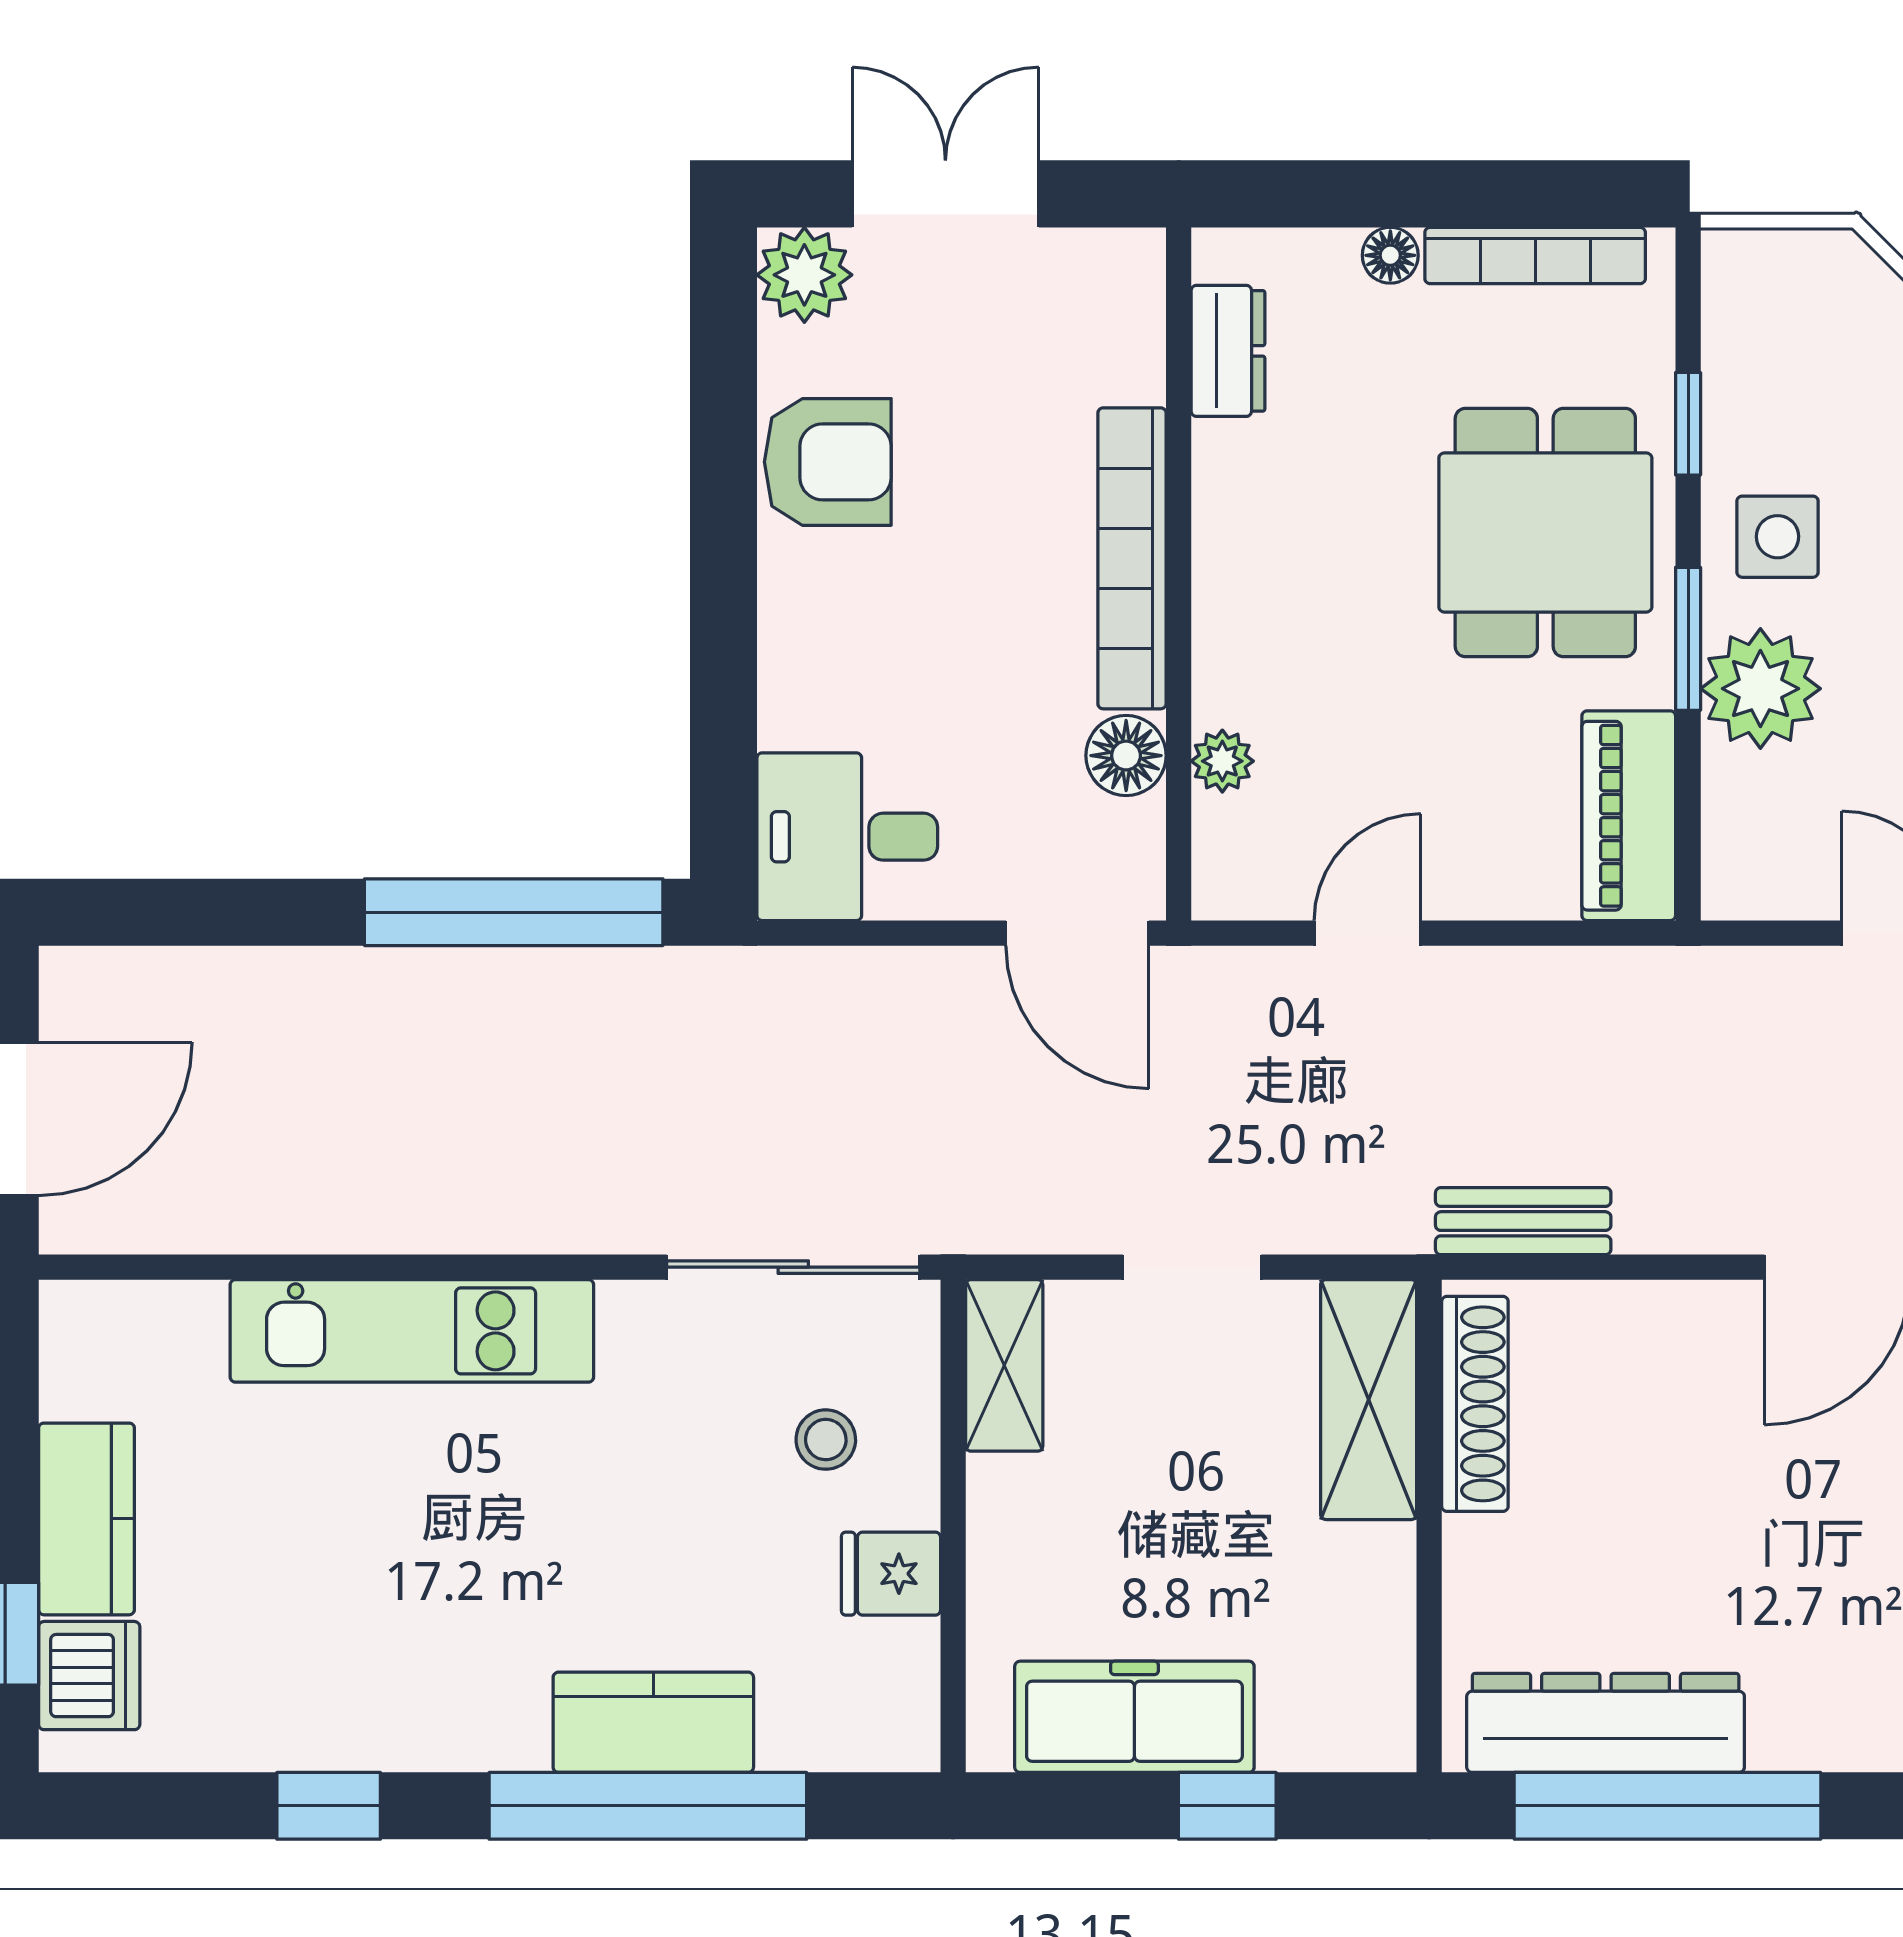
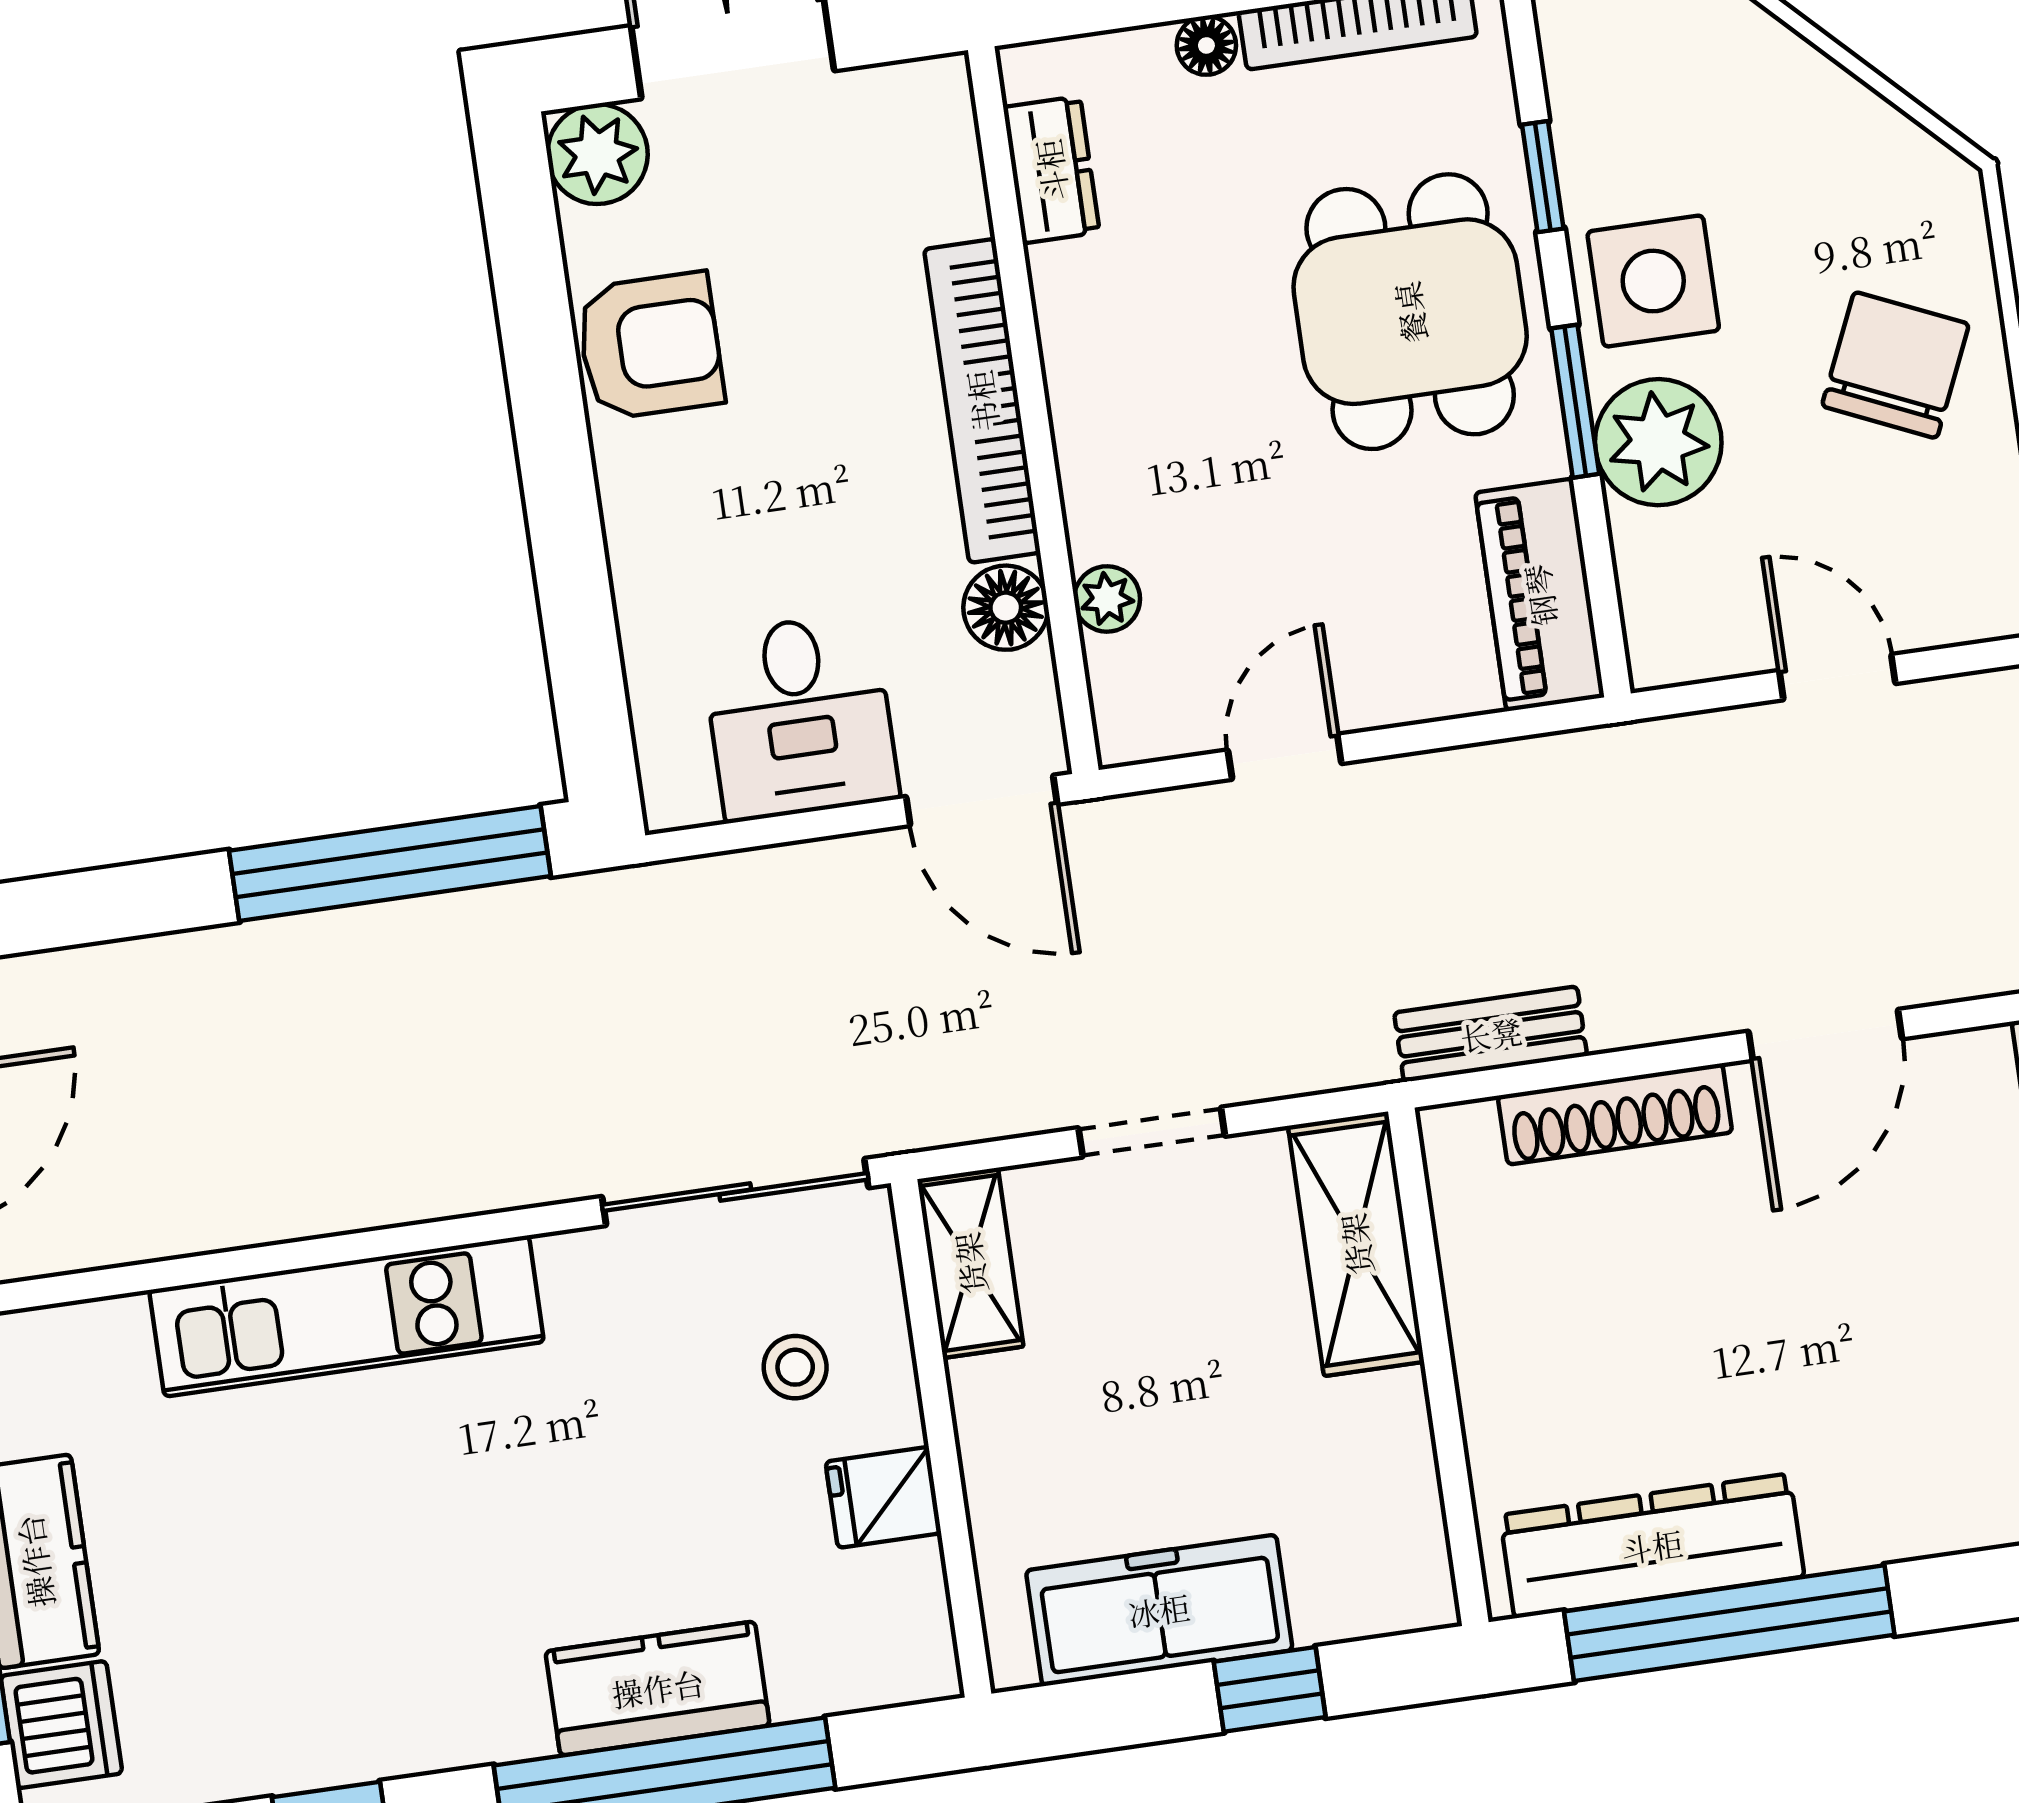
side table: (1778, 537) -> (1653, 281), width x1.37, depth x1.37
desk: (847, 837) -> (800, 717), moved, turned -90
shoe rack: (1475, 1404) -> (1615, 1114), moved, turned 90

